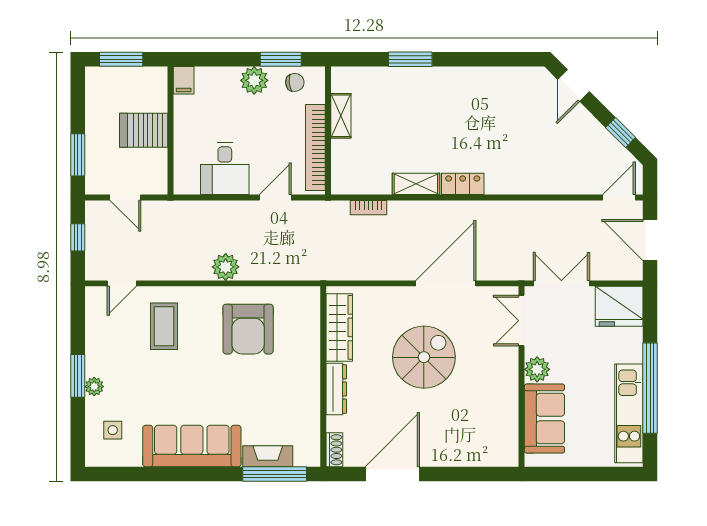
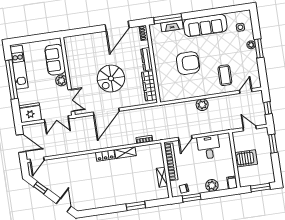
plant: (254, 80) -> (212, 185), moved
armchair: (248, 329) -> (188, 63), moved, turned 90

